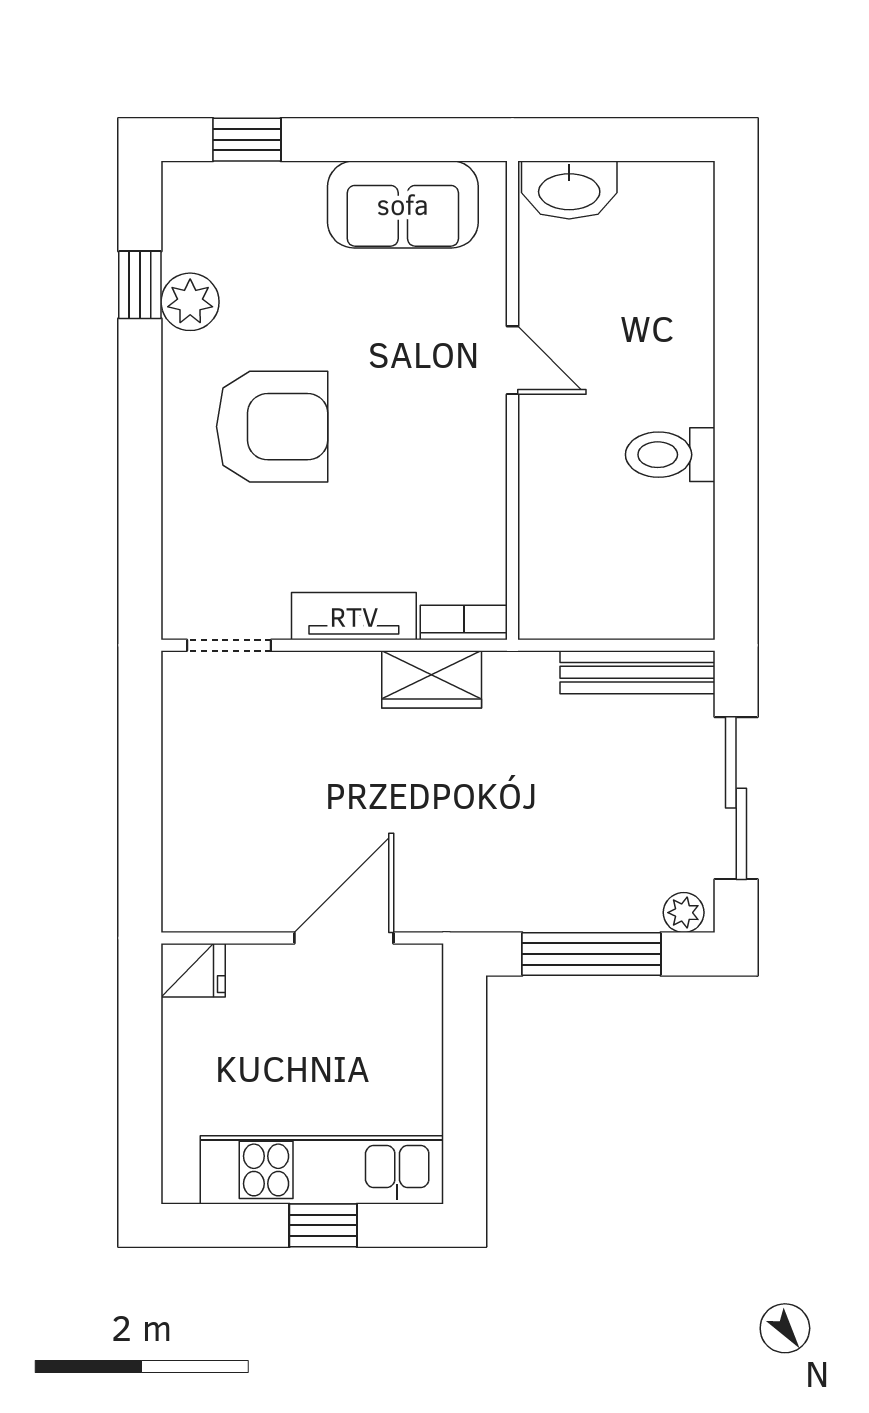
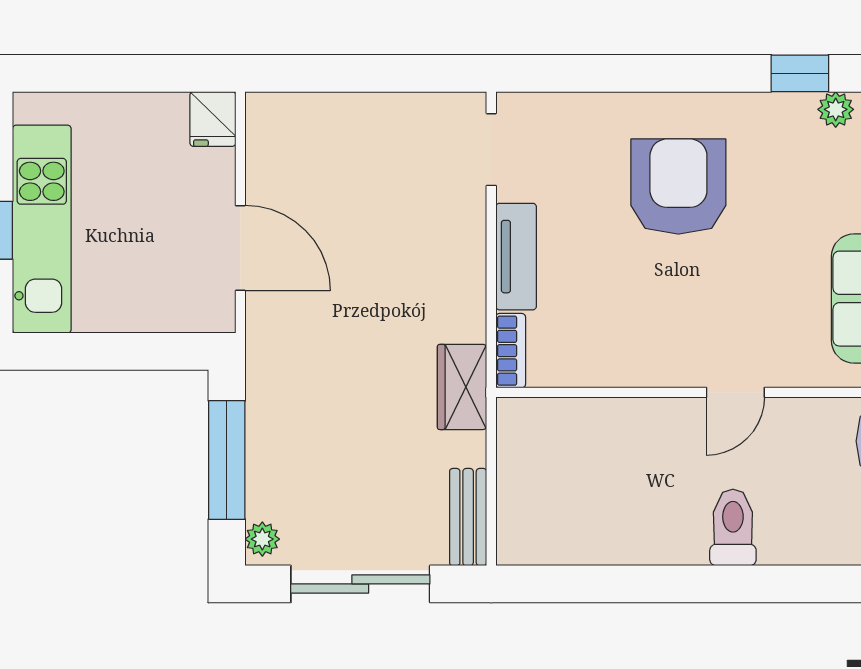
plant: (190, 302) -> (836, 109), moved, width x0.73, depth x0.73
armchair: (272, 427) -> (678, 186), turned 180
toilet: (670, 455) -> (733, 527), moved
bench: (637, 672) -> (468, 517), width x0.73
wardrobe: (432, 679) -> (462, 387), moved

